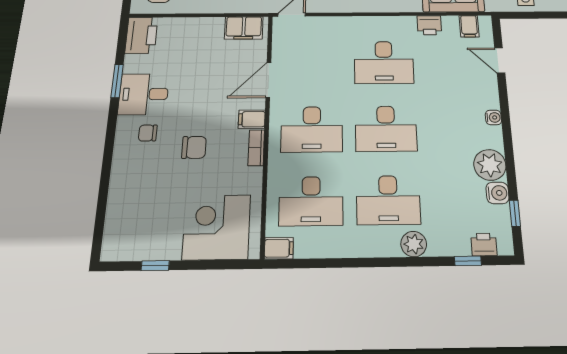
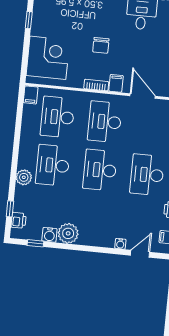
water cooler: (493, 117) -> (120, 244), moved
chair: (148, 133) -> (114, 16), removed

